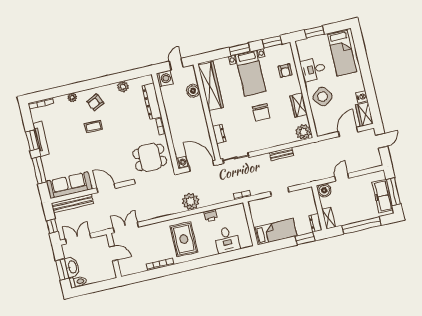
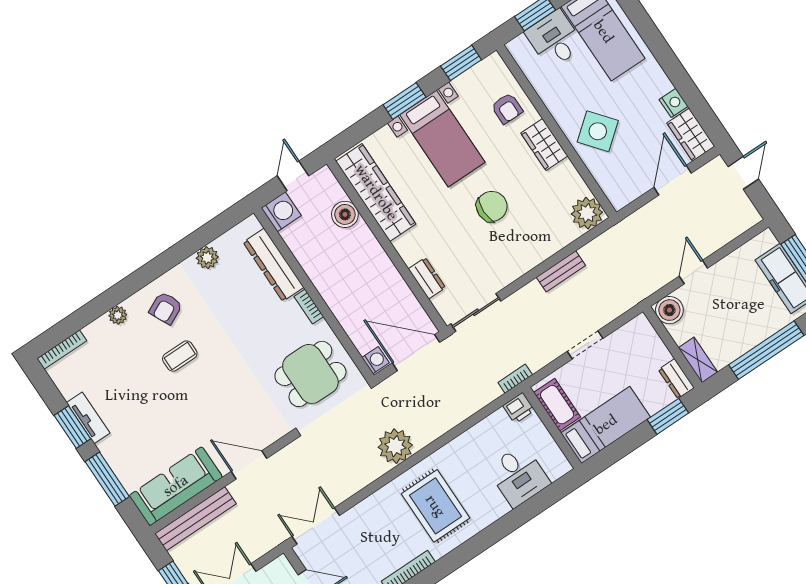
desk: (313, 69) -> (555, 39), moved, turned 90
wardrobe: (299, 105) -> (544, 145), moved
chair: (261, 112) -> (492, 206), turned -90
tv unit: (41, 139) -> (88, 418), width x0.71
plant: (191, 201) -> (395, 446), moved
cot: (257, 214) -> (557, 405), added
printer: (211, 215) -> (519, 408), moved

